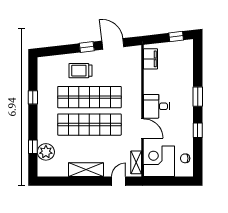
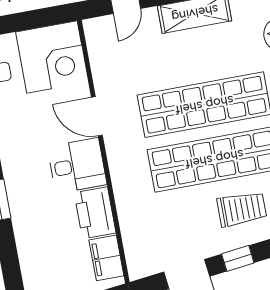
printer: (152, 82) -> (95, 213), added
shelving: (136, 162) -> (97, 46), removed

